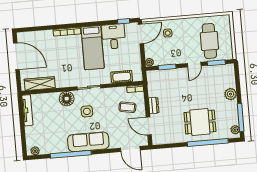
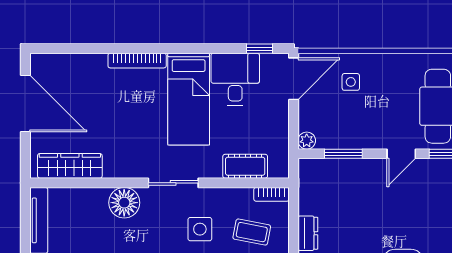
side table: (87, 111) -> (200, 229), moved

